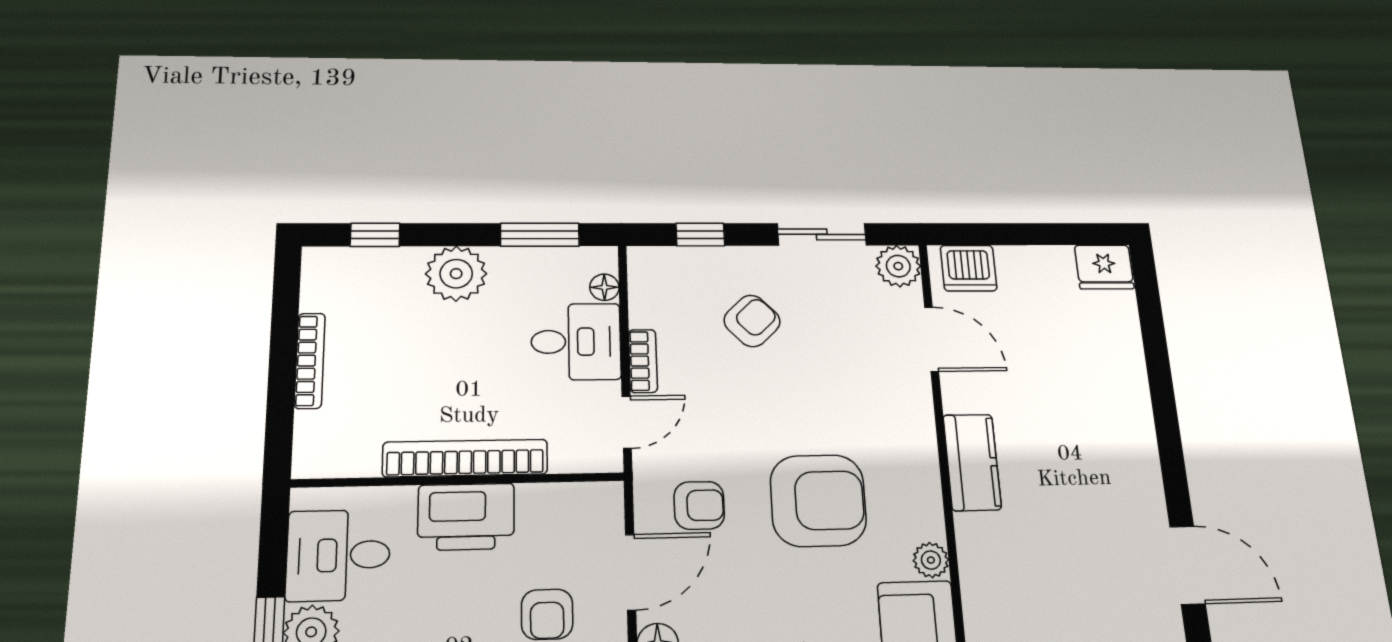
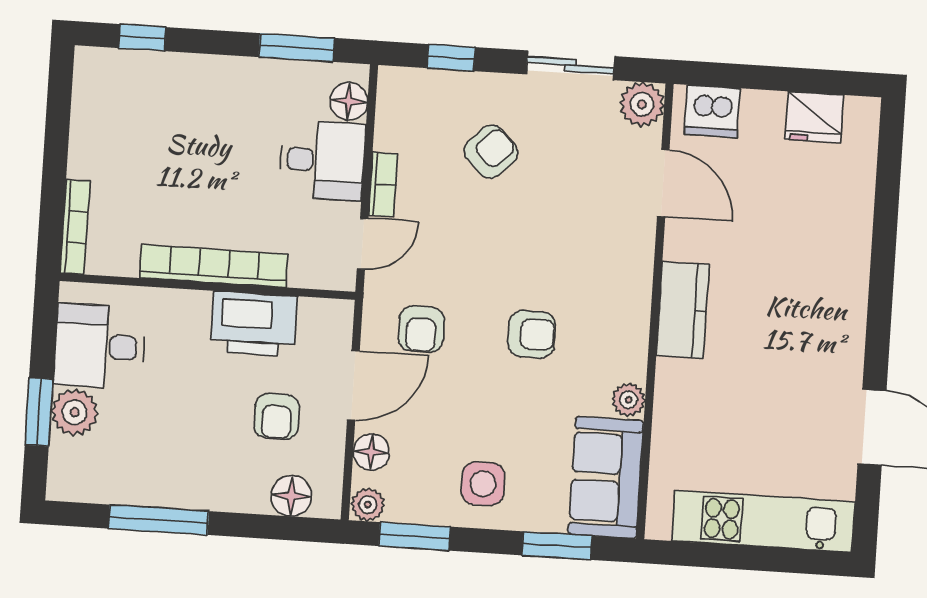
fridge: (1104, 267) -> (814, 117), moved
plant: (456, 274) -> (216, 83), removed
floor lamp: (604, 287) -> (349, 101), width x1.37, depth x1.37
bookcase: (310, 361) -> (75, 227), moved
armchair: (818, 501) -> (532, 334), width x0.53, depth x0.53
armchair: (699, 505) -> (421, 329), turned 90
printer: (466, 517) -> (254, 324), moved

